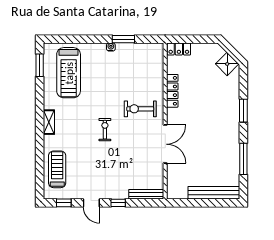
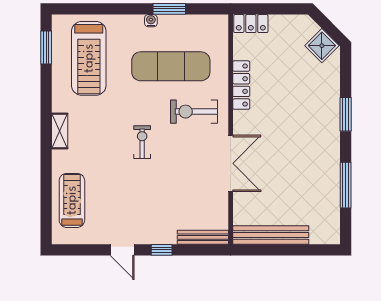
exercise mat: (124, 78) -> (171, 66), added
bench: (214, 193) -> (271, 235), moved
window: (64, 203) -> (82, 250), removed

